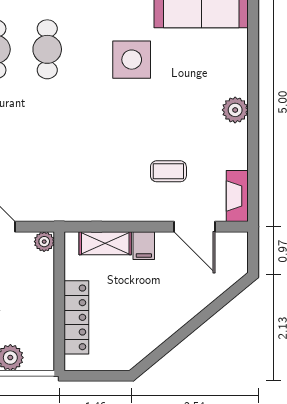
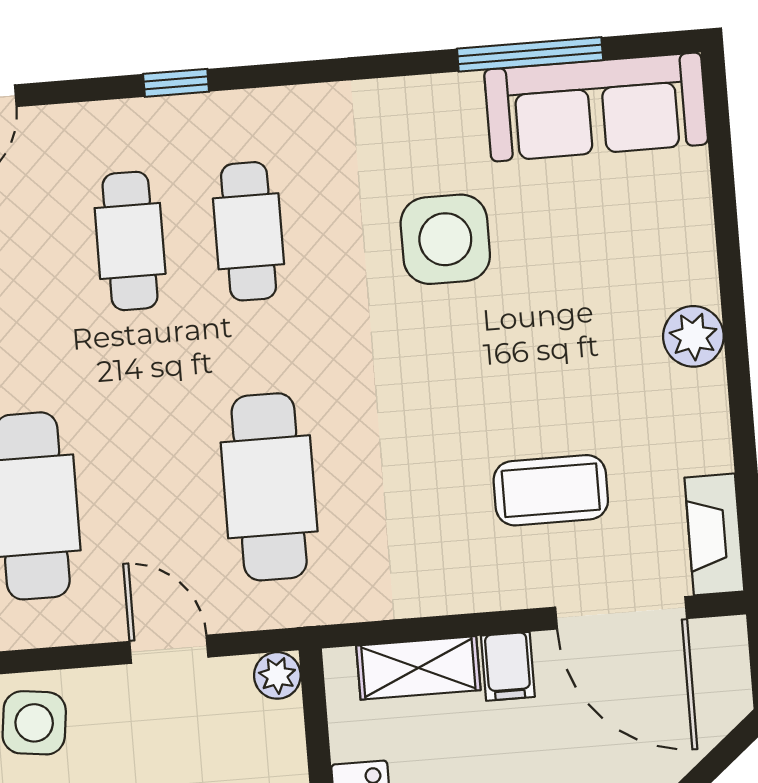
cafe table: (47, 160) -> (269, 487), added
coffee table: (168, 171) -> (551, 490), width x1.36, depth x1.30
door: (194, 227) -> (621, 613), width x1.36

